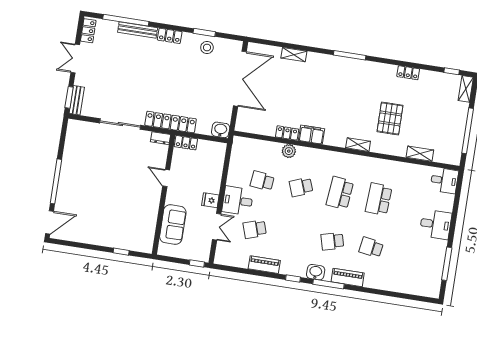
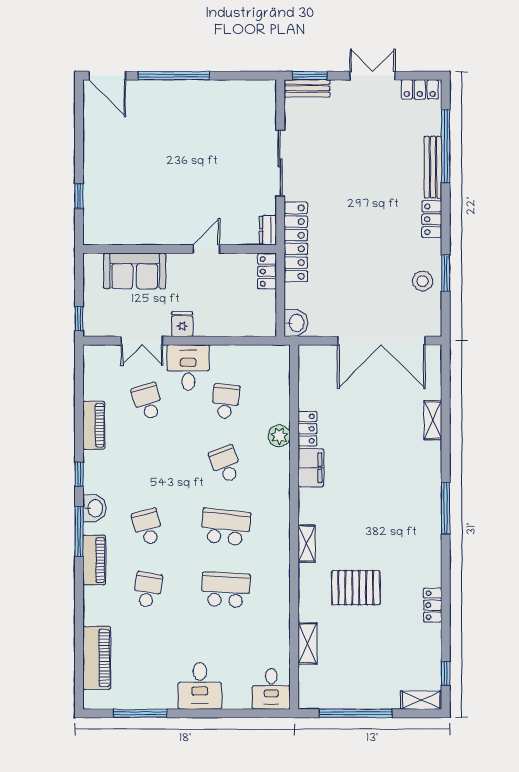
piano: (408, 285) -> (97, 658), added

